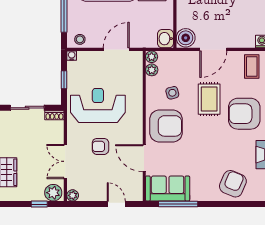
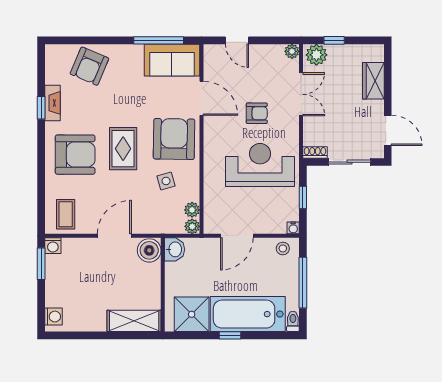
rug: (209, 99) -> (123, 149), moved
reception desk: (98, 105) -> (260, 165), turned 180
armchair: (166, 126) -> (174, 139), turned 91

